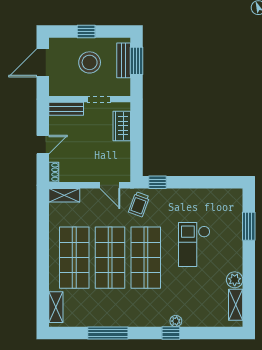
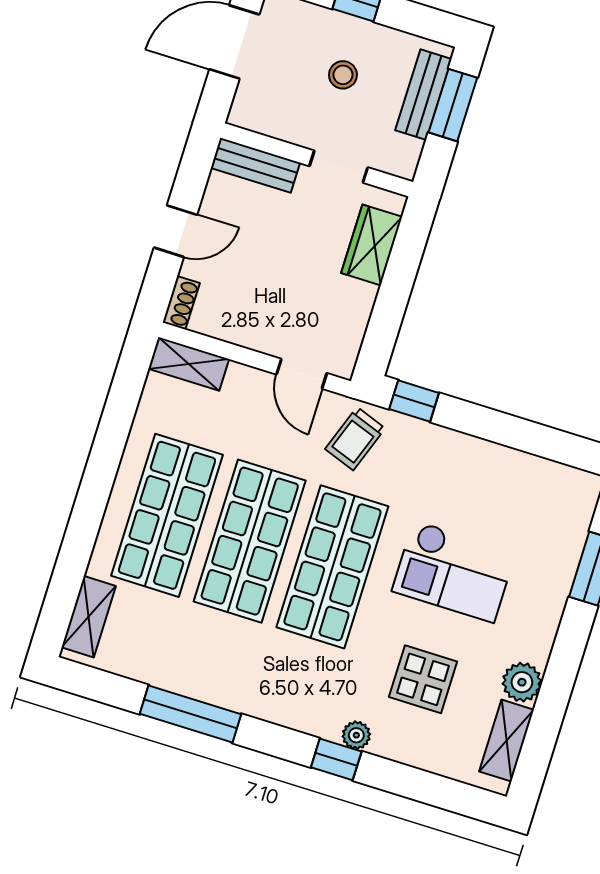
stool: (90, 62) -> (343, 75), width x0.53, depth x0.53
checkout: (194, 245) -> (454, 571), turned -90
display table: (195, 291) -> (423, 679), added

